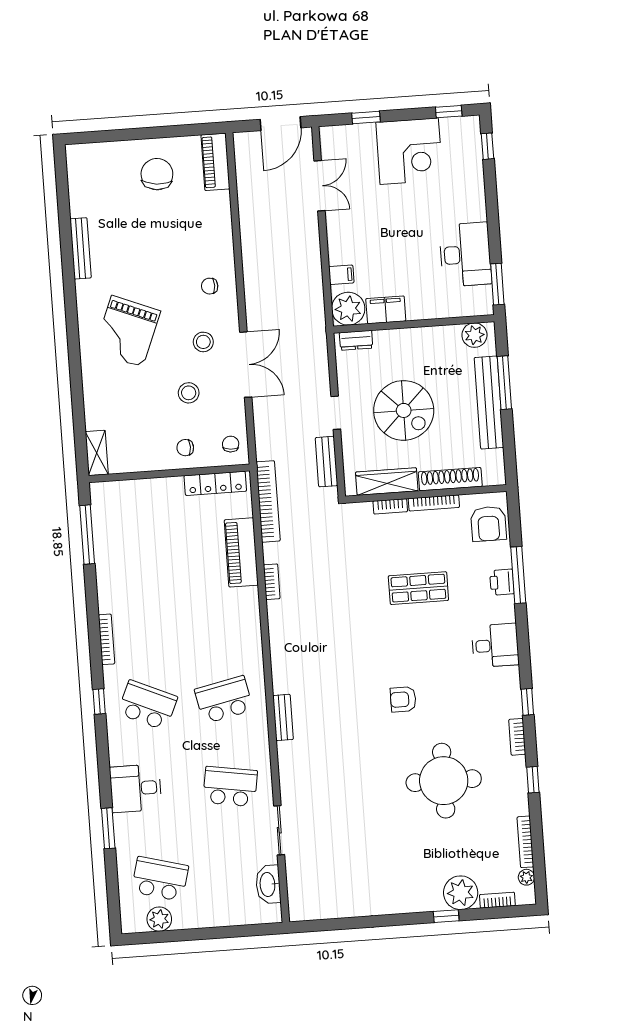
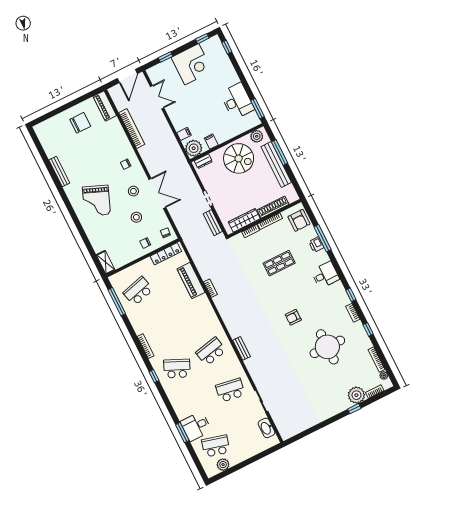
chair: (157, 174) -> (80, 123), turned 84
filing cabinet: (386, 310) -> (211, 142), width x0.50
spiral stairs: (404, 410) -> (239, 158), moved
bookcase: (268, 501) -> (132, 129), moved
school desk: (135, 531) -> (138, 291), added
desk: (136, 788) -> (196, 426), moved

